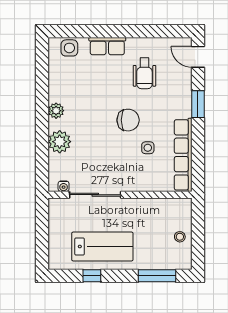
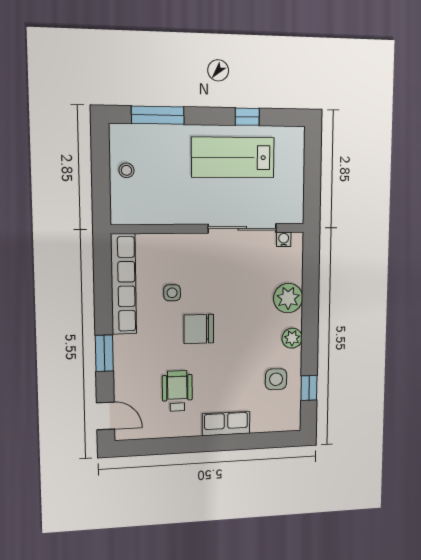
side table: (69, 48) -> (276, 379), moved
window: (42, 71) -> (309, 388), added

